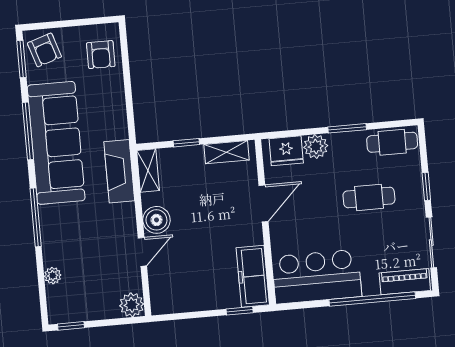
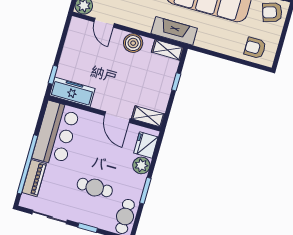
shelving: (226, 152) -> (148, 116), moved, turned 90
cafe table: (369, 197) -> (95, 188), turned 90
door: (142, 252) -> (104, 23), moved
piano: (405, 282) -> (34, 178), moved

